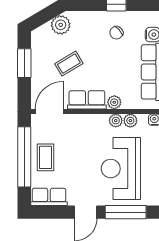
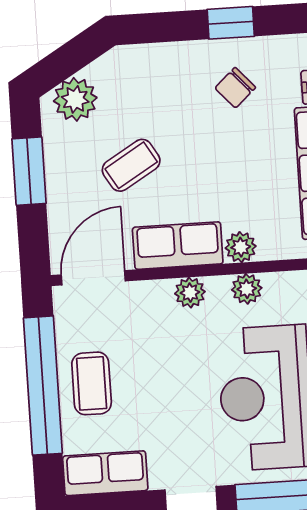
plant: (61, 25) -> (75, 99), moved
plant: (130, 121) -> (190, 293), moved

